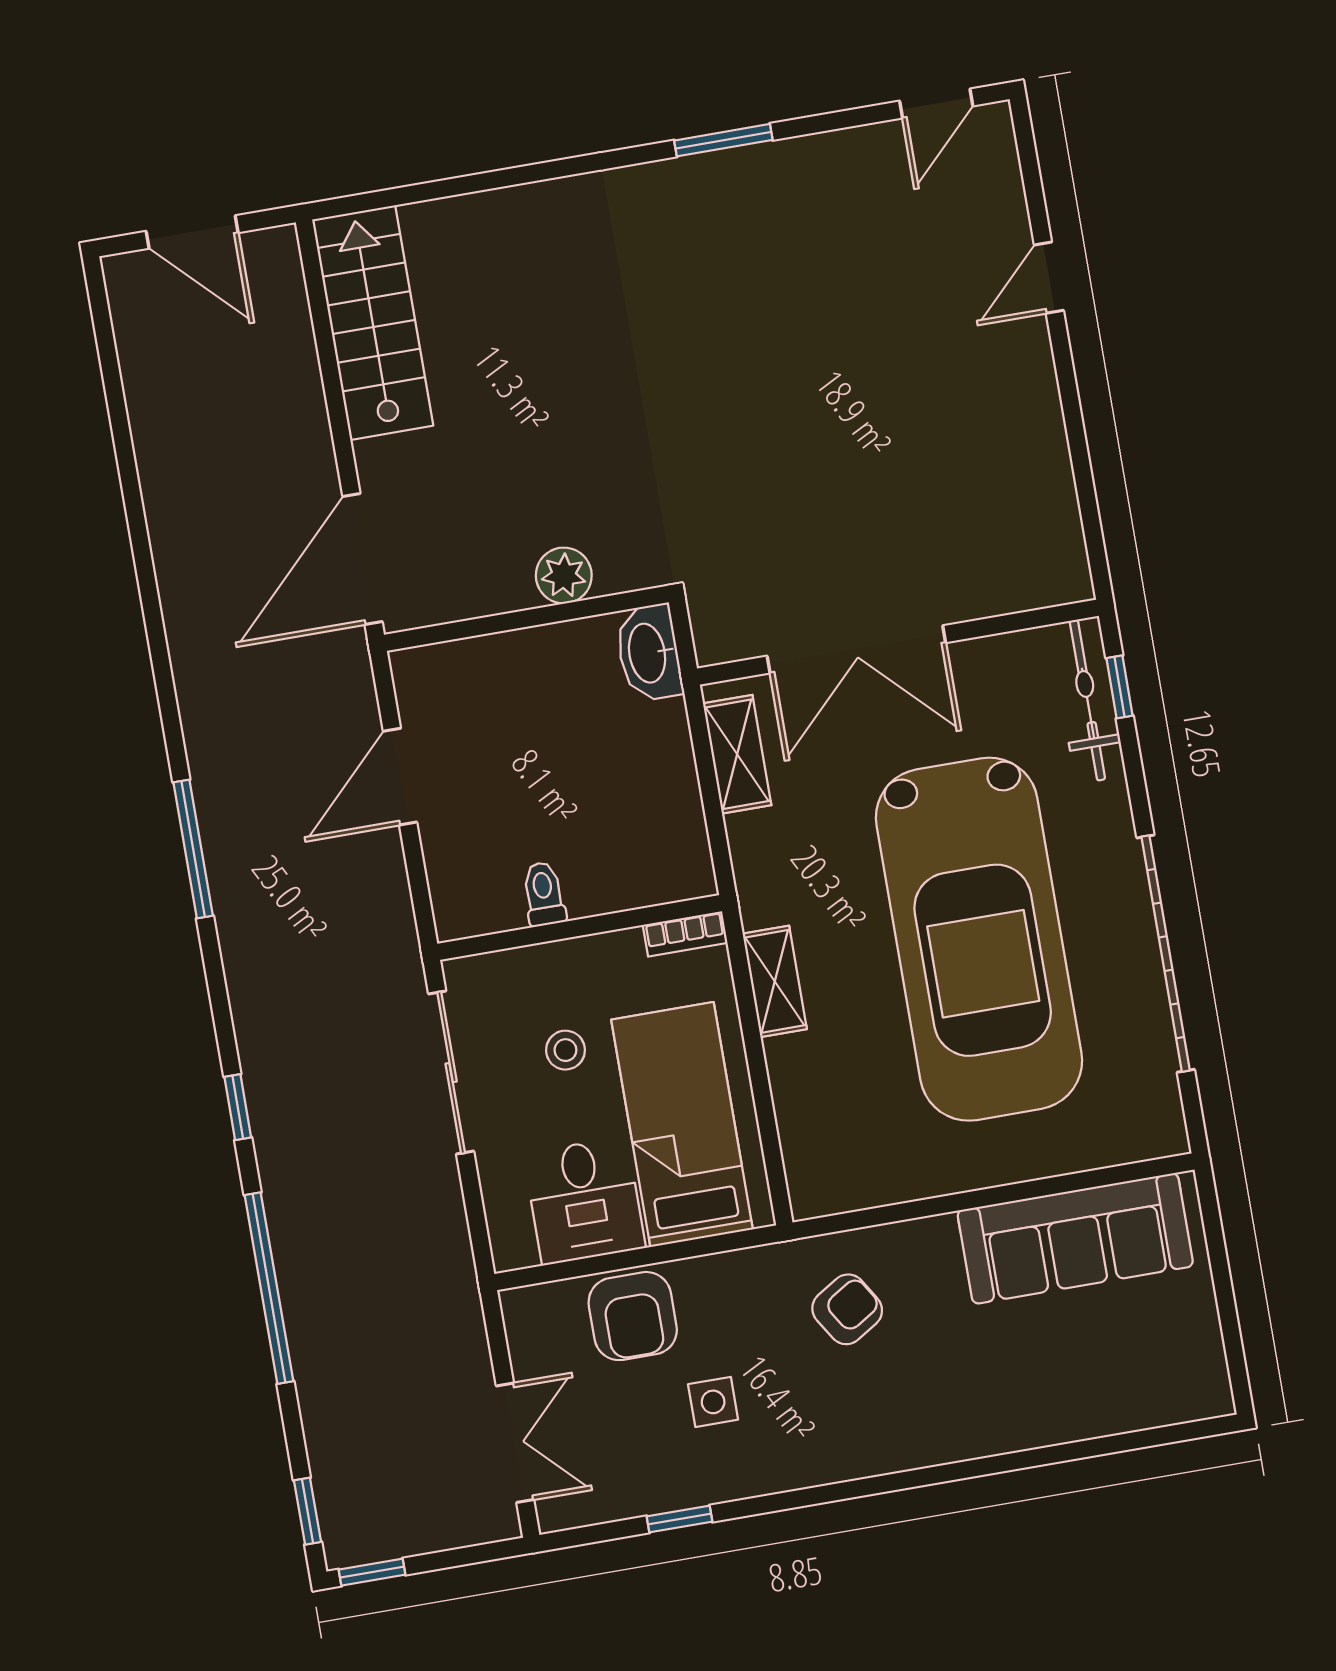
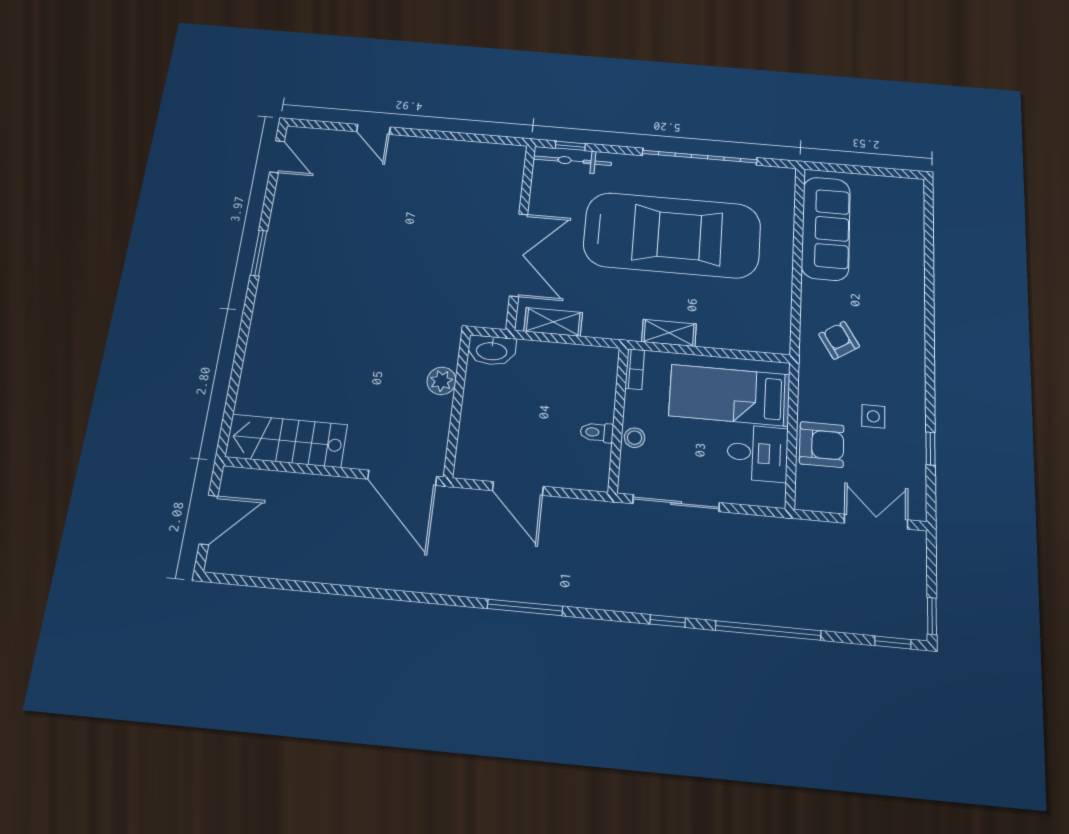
stool: (565, 1050) -> (635, 438), moved

